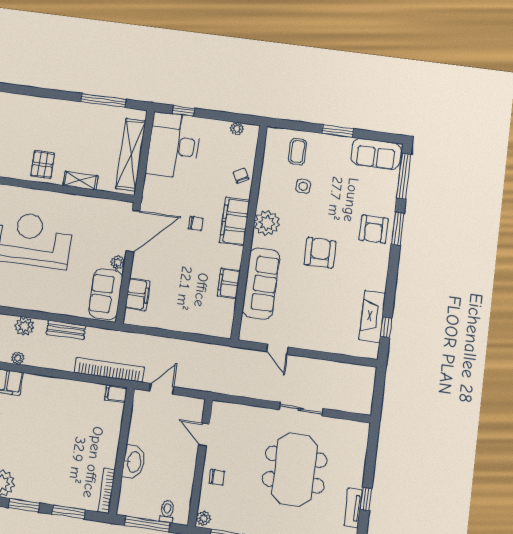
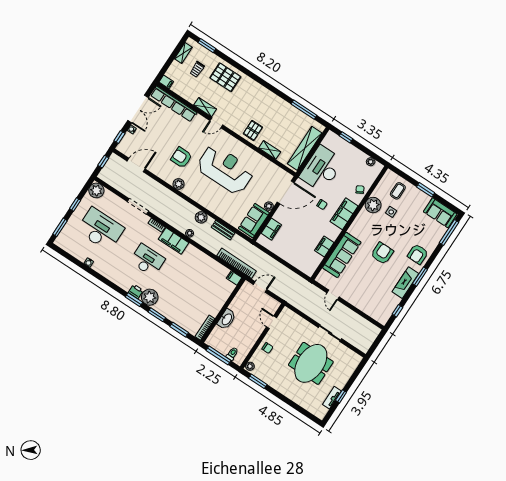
desk: (174, 145) -> (322, 169), moved
plant: (267, 223) -> (373, 205), moved
window: (398, 229) -> (420, 277), moved
fireplace: (372, 316) -> (405, 283), moved

